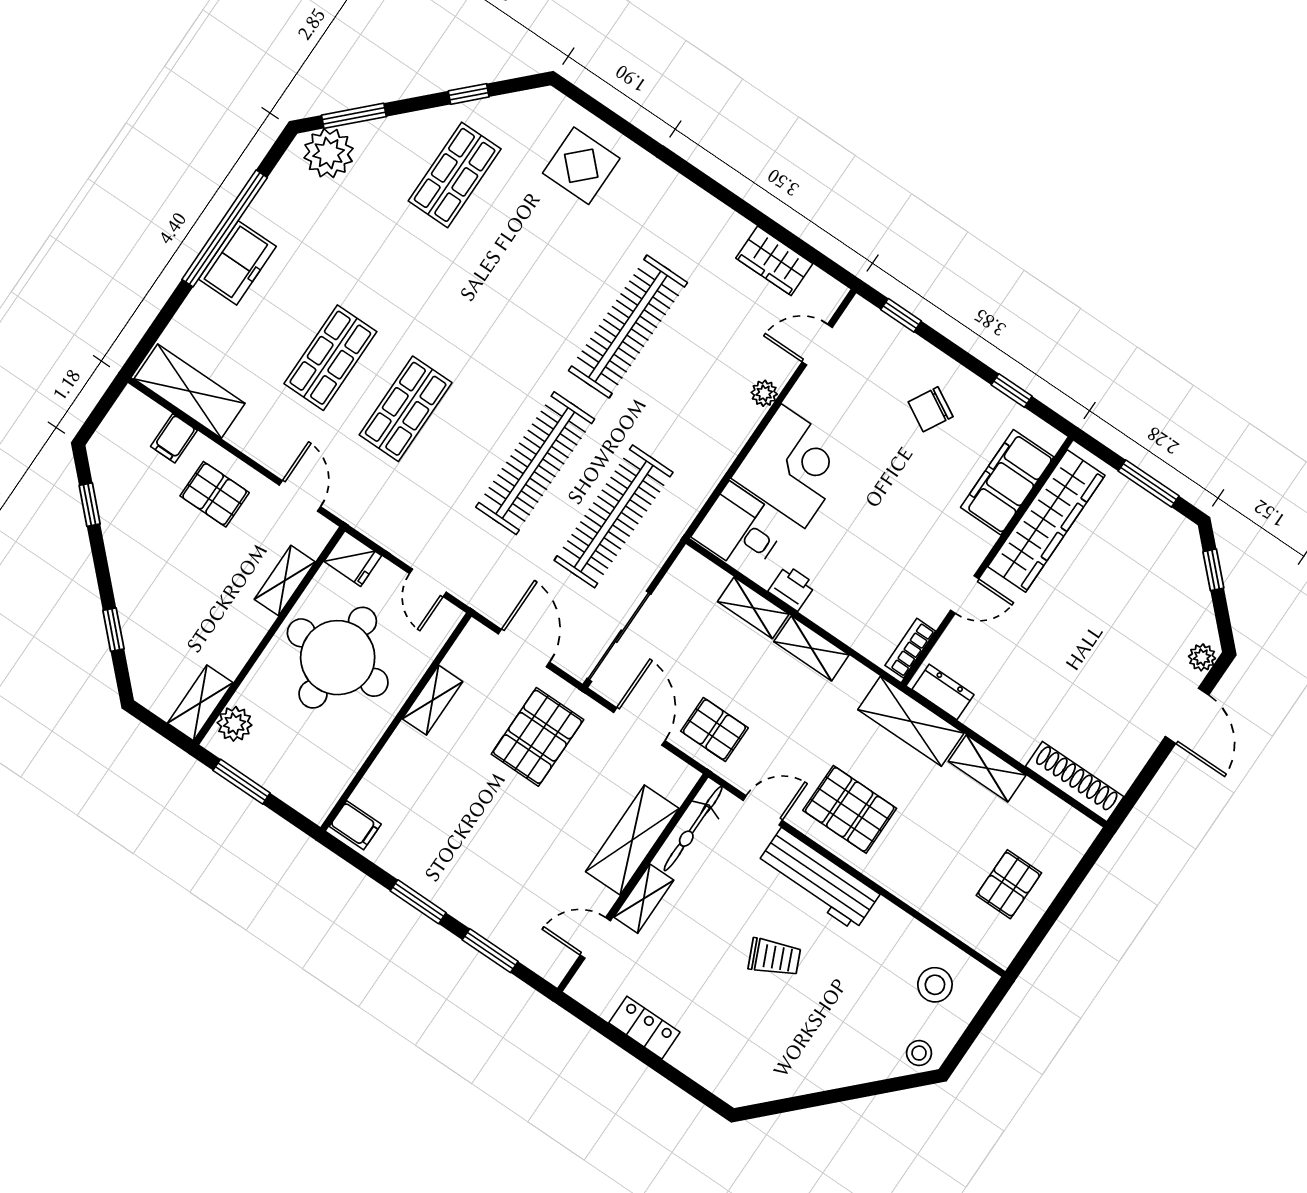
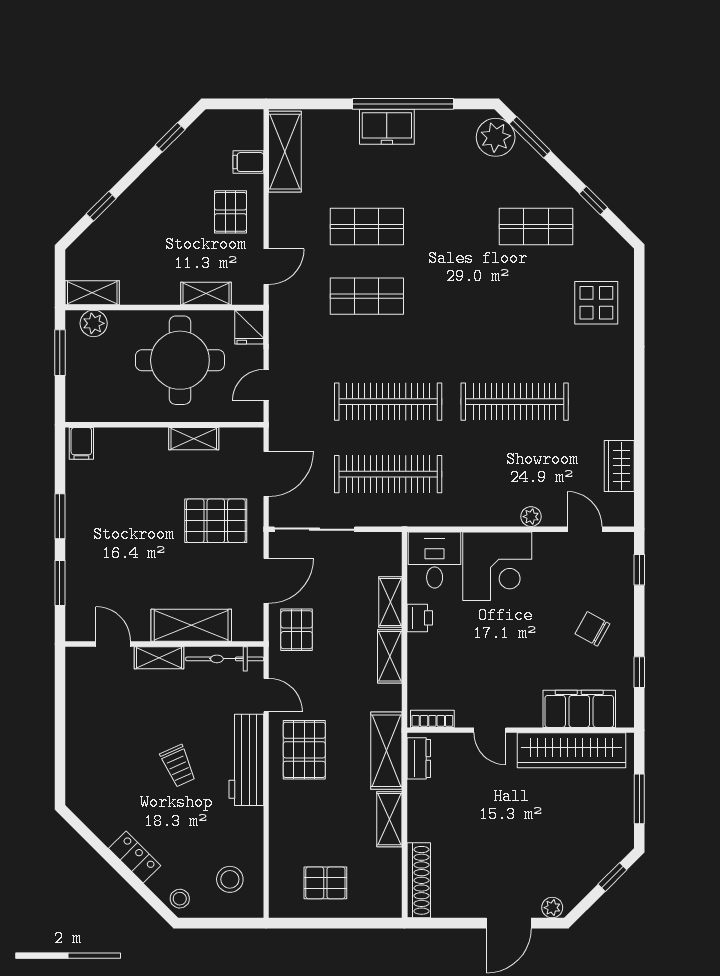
locker: (644, 1028) -> (135, 857), moved, turned -45

